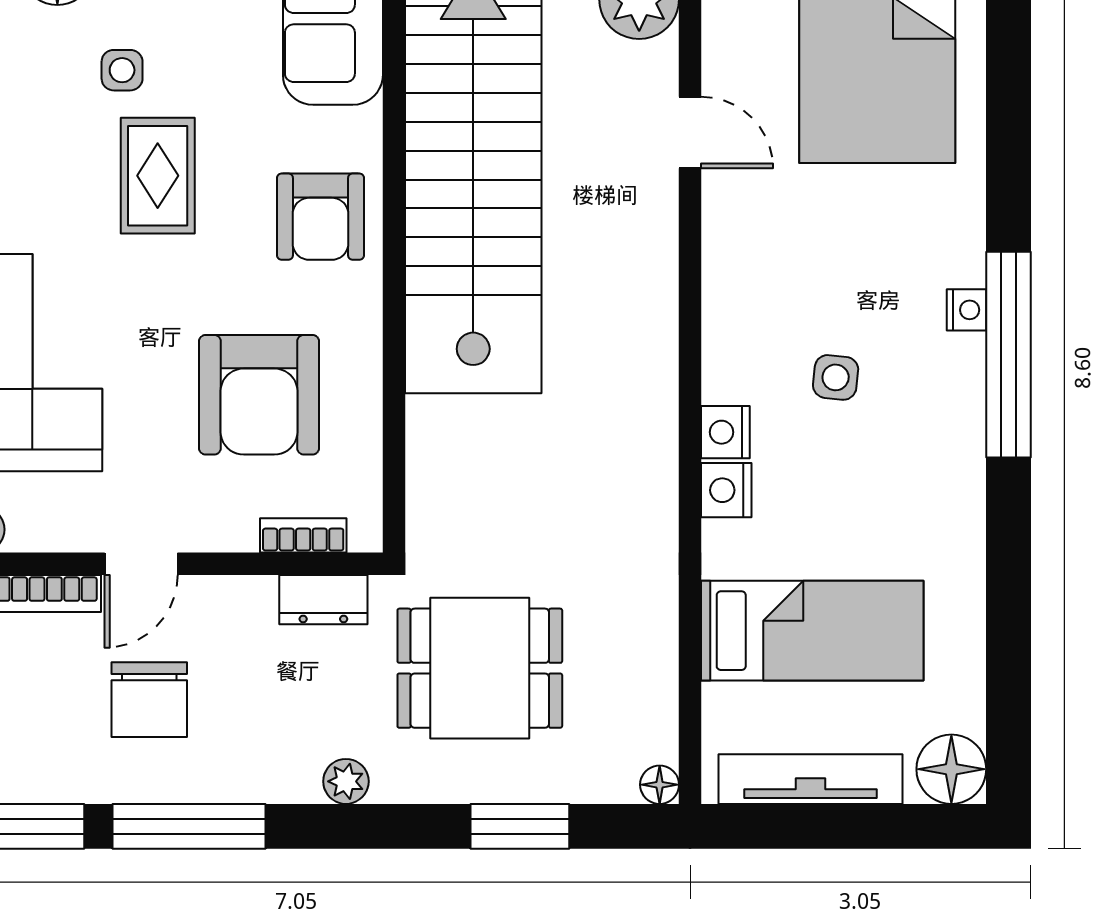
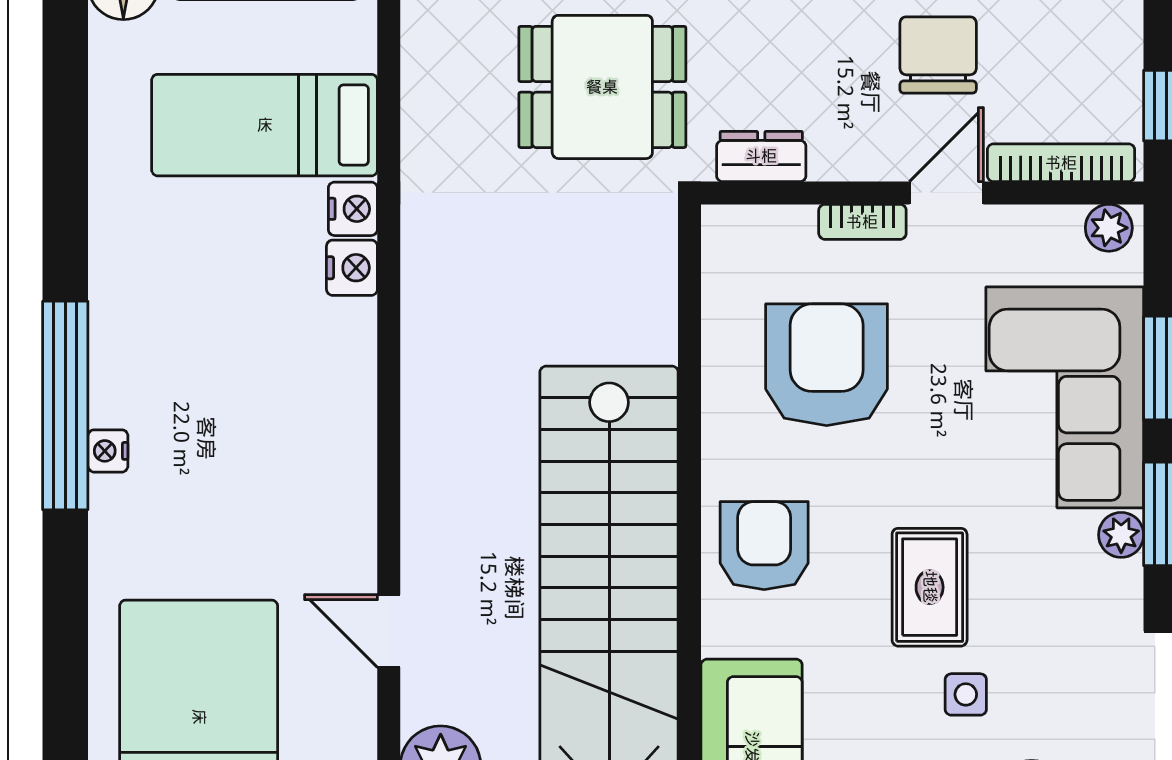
side table: (836, 377) -> (241, 382), removed
nightstand: (725, 432) -> (353, 209), moved
bookcase: (303, 535) -> (862, 222), moved

